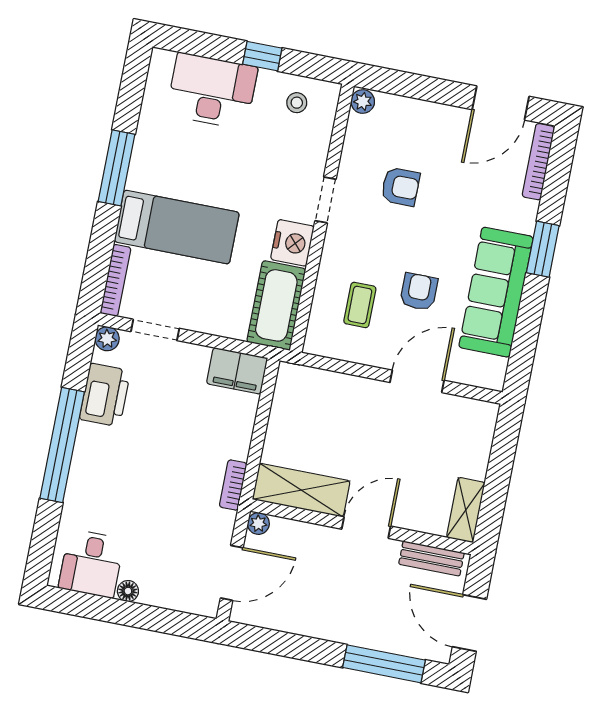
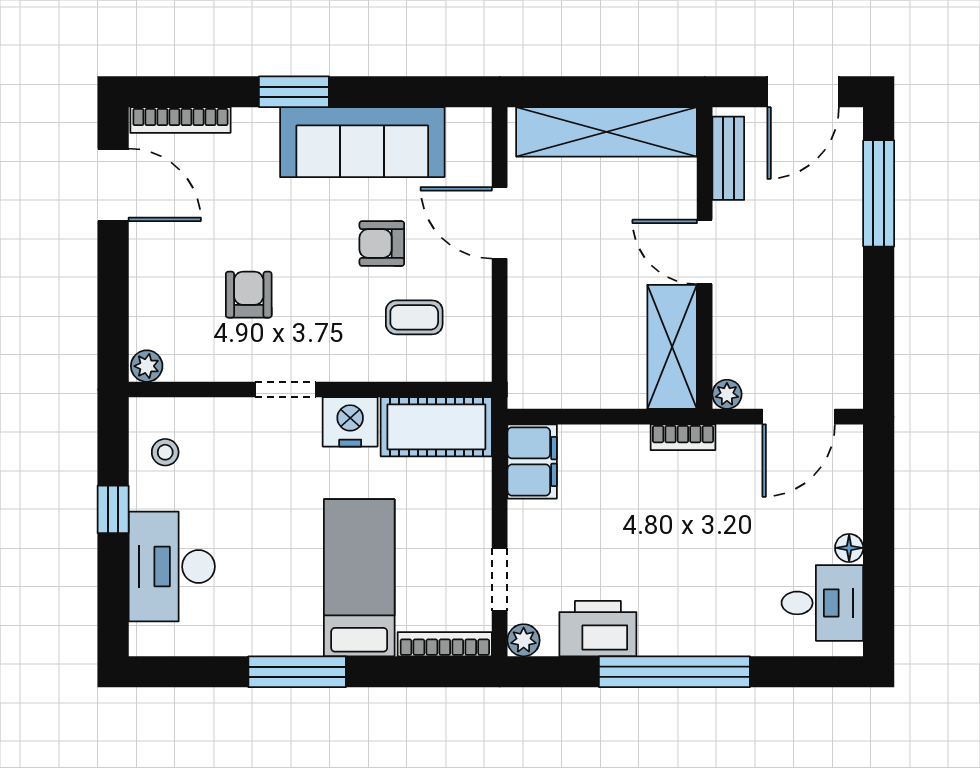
shelving: (466, 510) -> (606, 132), width x2.20, depth x1.33
door: (232, 573) -> (799, 417), swing flipped

